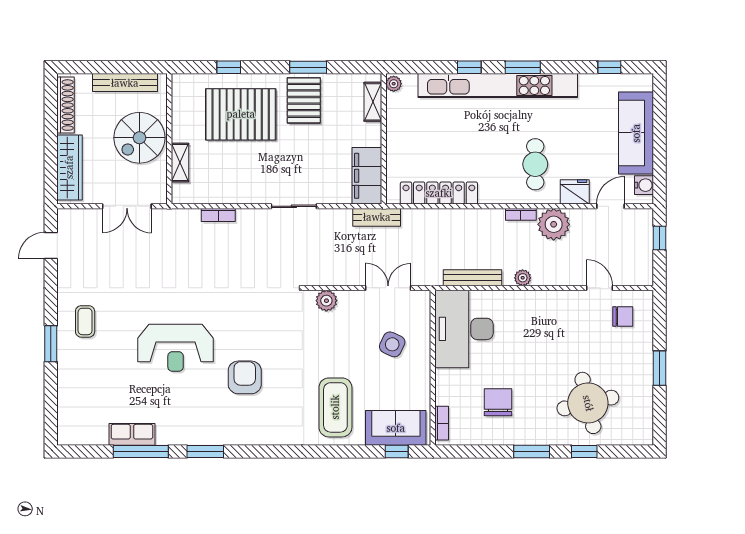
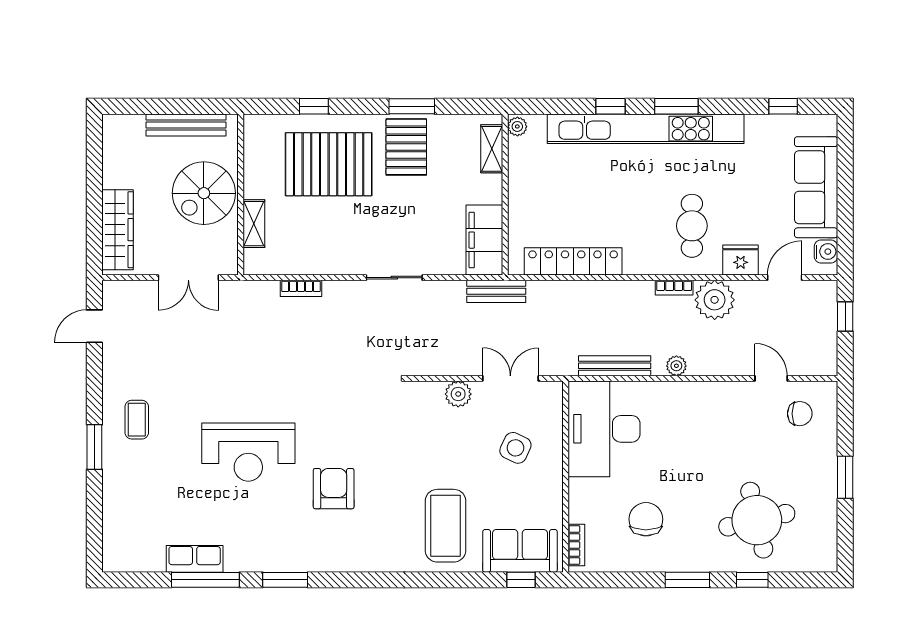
shoe rack: (66, 105) -> (113, 153), removed
plant: (326, 301) -> (458, 394), moved

